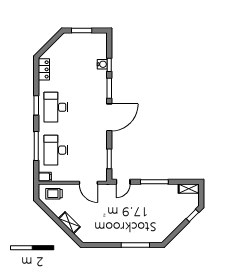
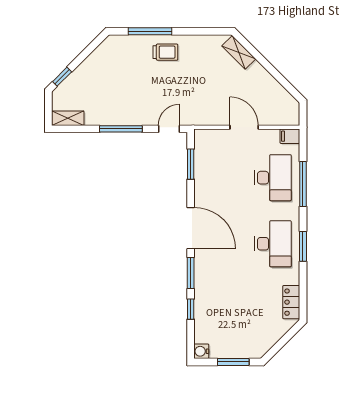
water cooler: (102, 64) -> (201, 351), moved
door: (109, 117) -> (191, 228), swing flipped
door: (88, 183) -> (244, 127), moved
trolley: (54, 194) -> (165, 52), moved
shelving: (69, 223) -> (239, 52), moved

